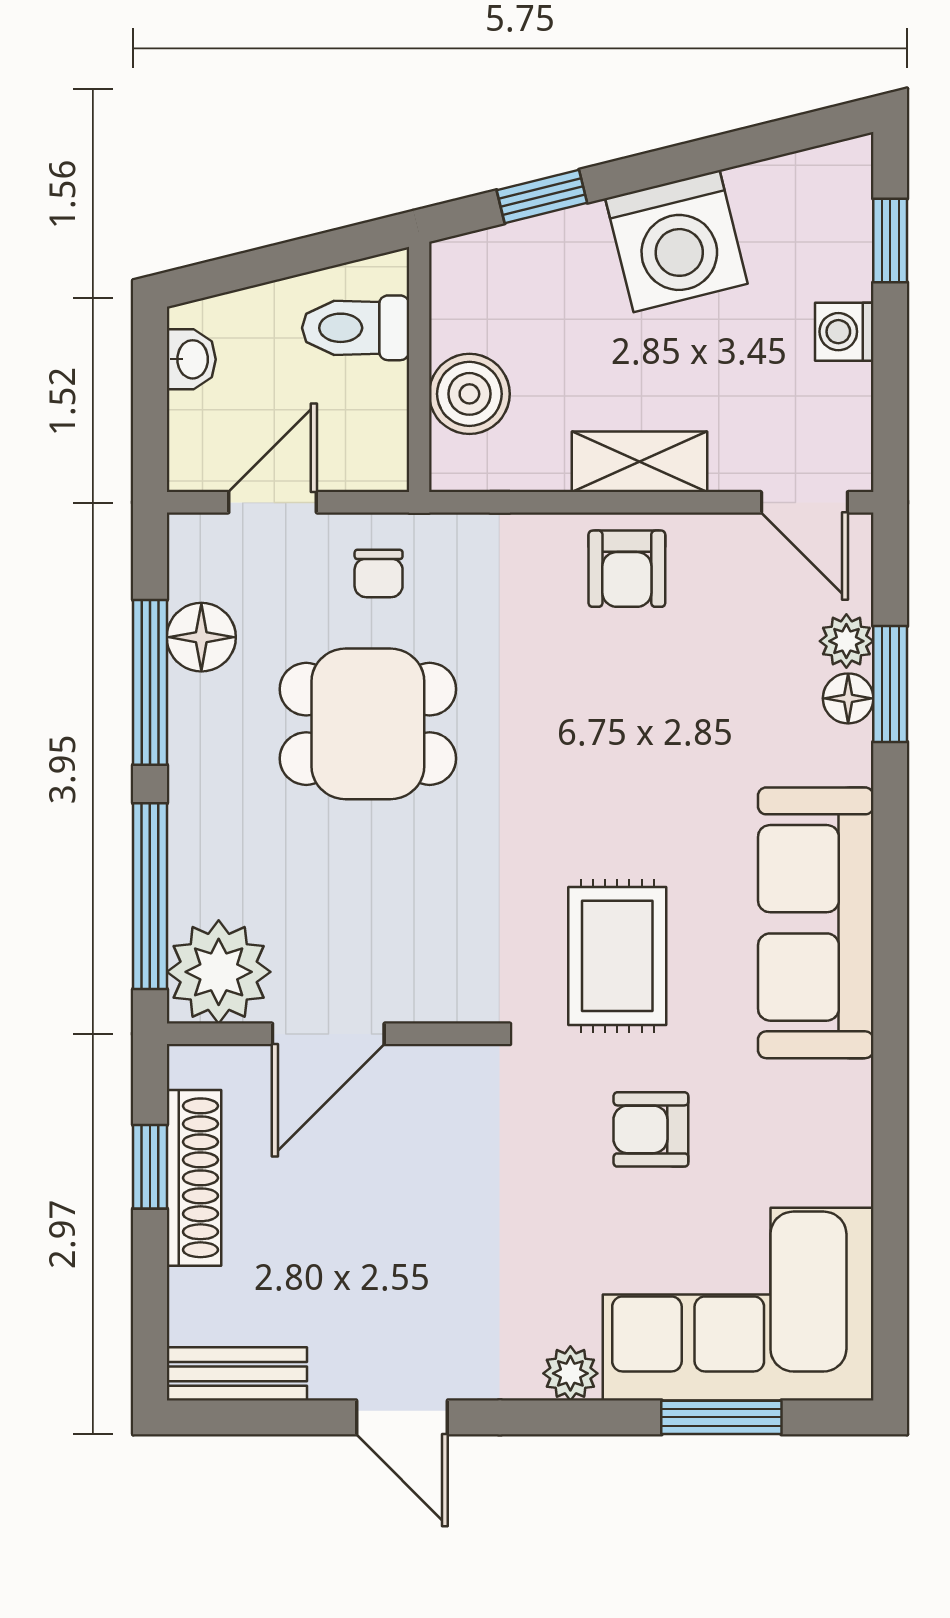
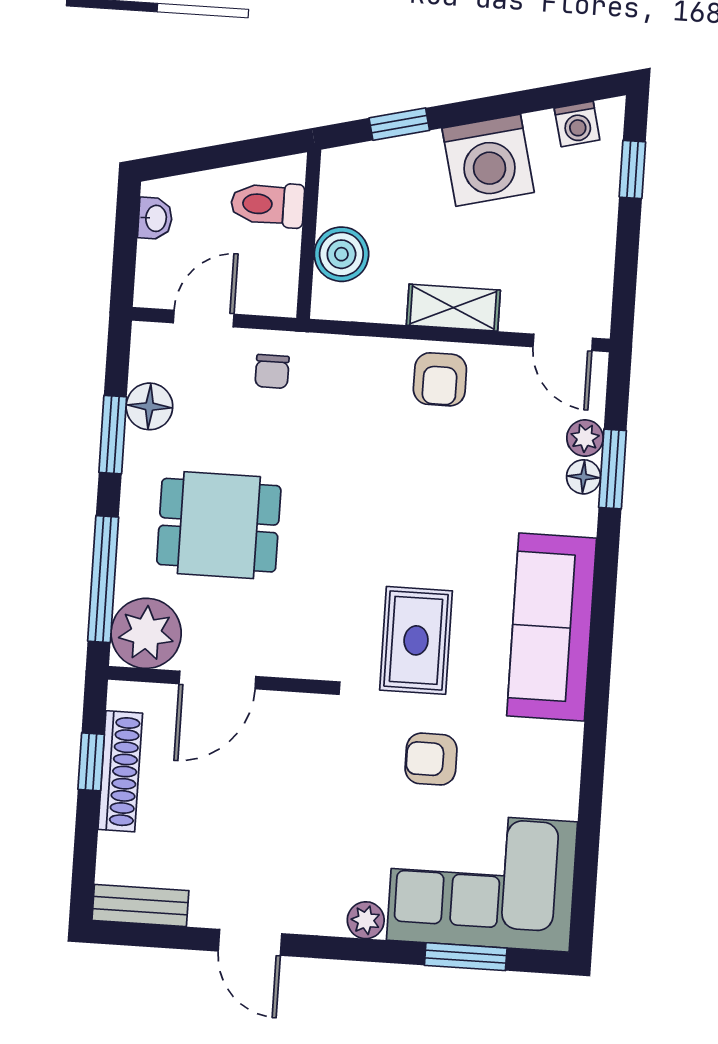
washing machine: (844, 332) -> (577, 124), moved, turned -104
window: (150, 682) -> (113, 435), width x0.69
dining table: (368, 724) -> (219, 525), moved

